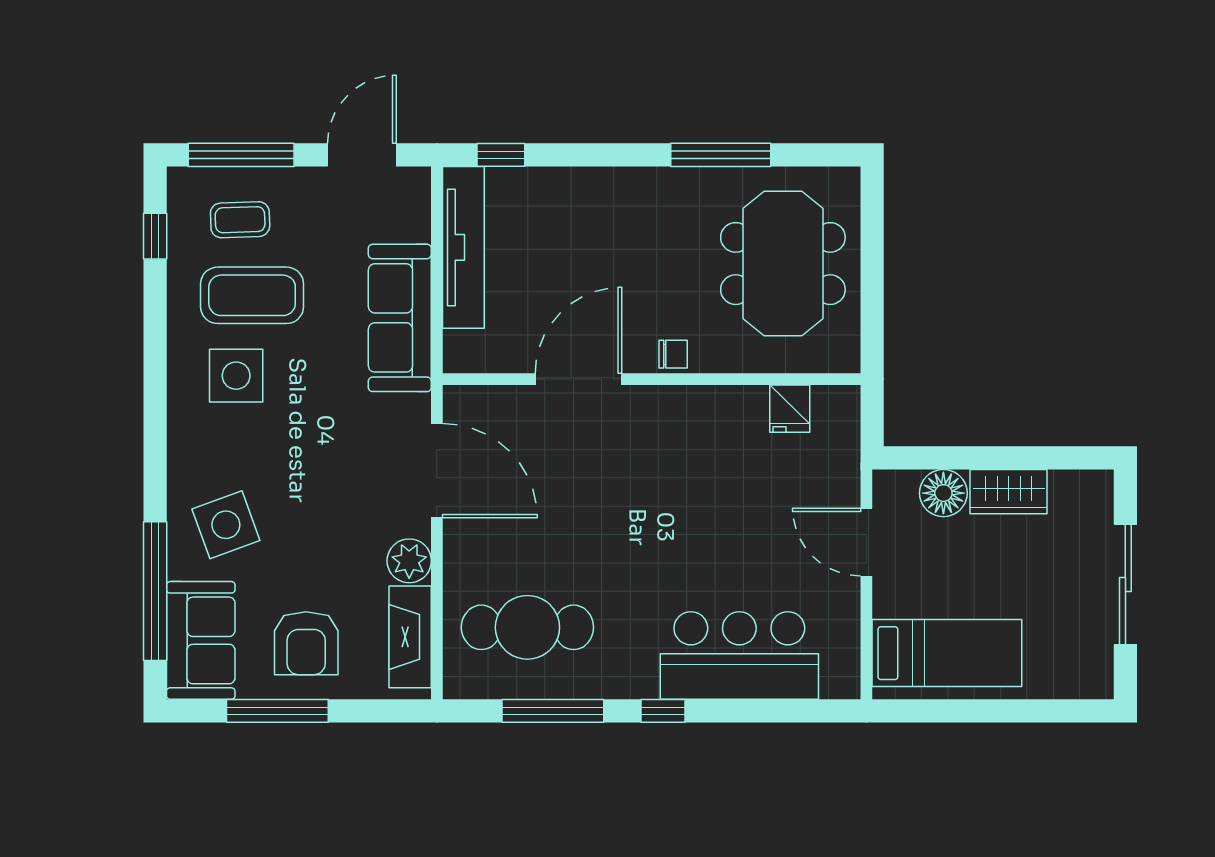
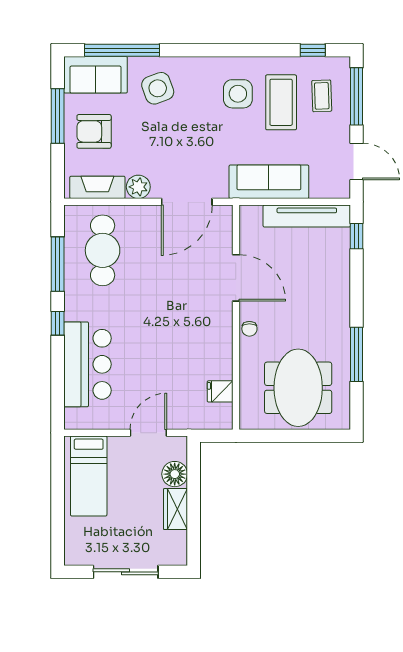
meeting table: (783, 264) -> (298, 388), turned 90

